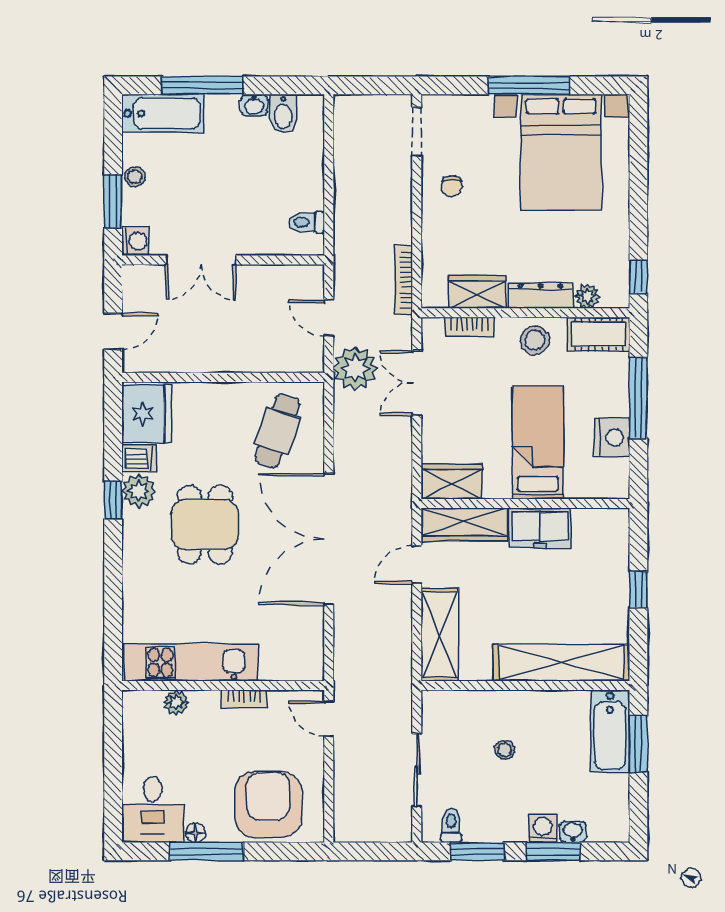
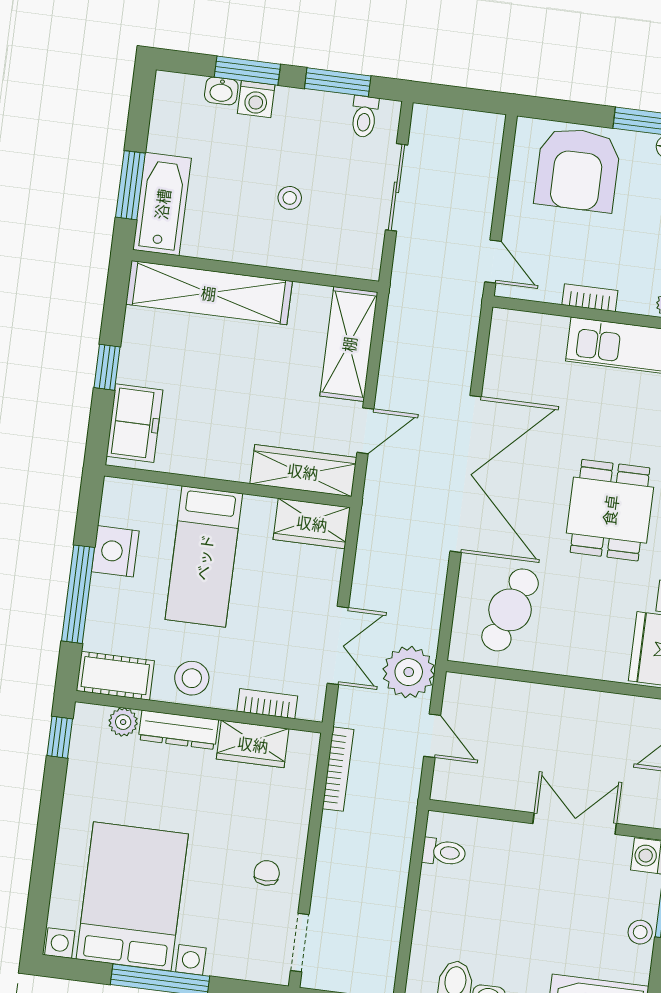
freezer: (540, 528) -> (135, 423), moved, turned 90

